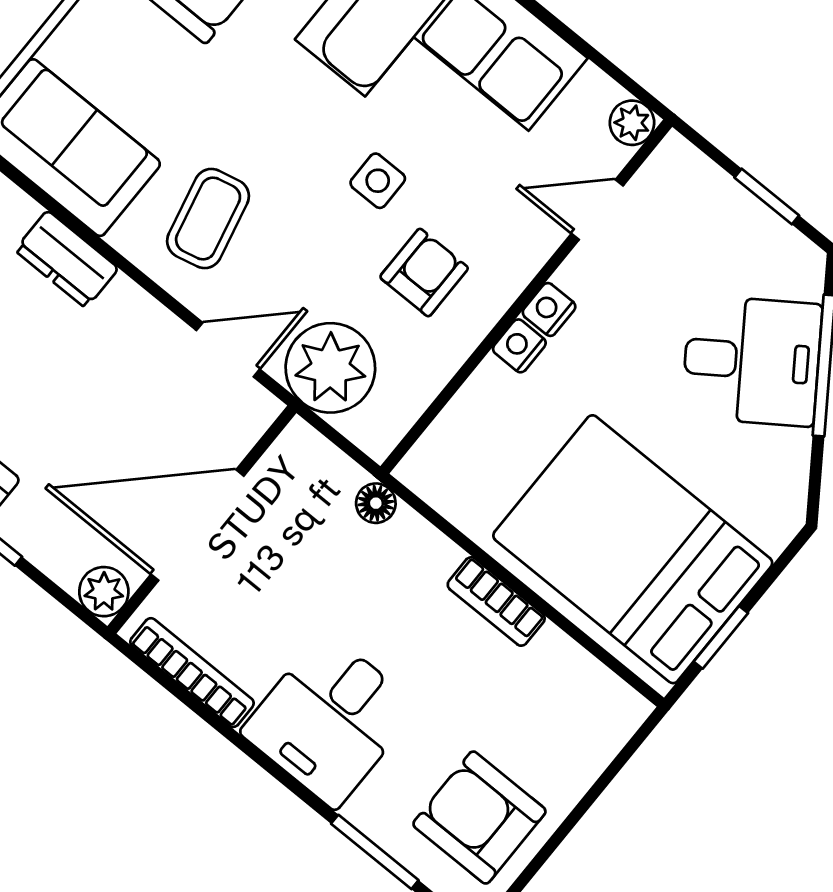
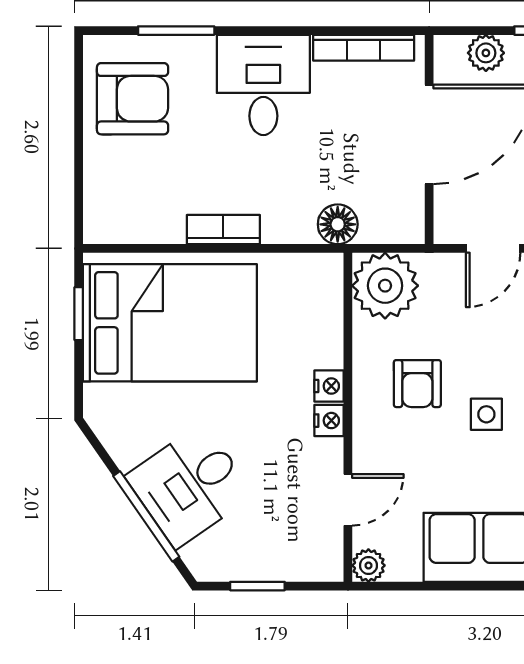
plant: (330, 368) -> (385, 286), moved
floor lamp: (376, 503) -> (338, 224), width x1.37, depth x1.37
plant: (104, 592) -> (486, 53), moved

